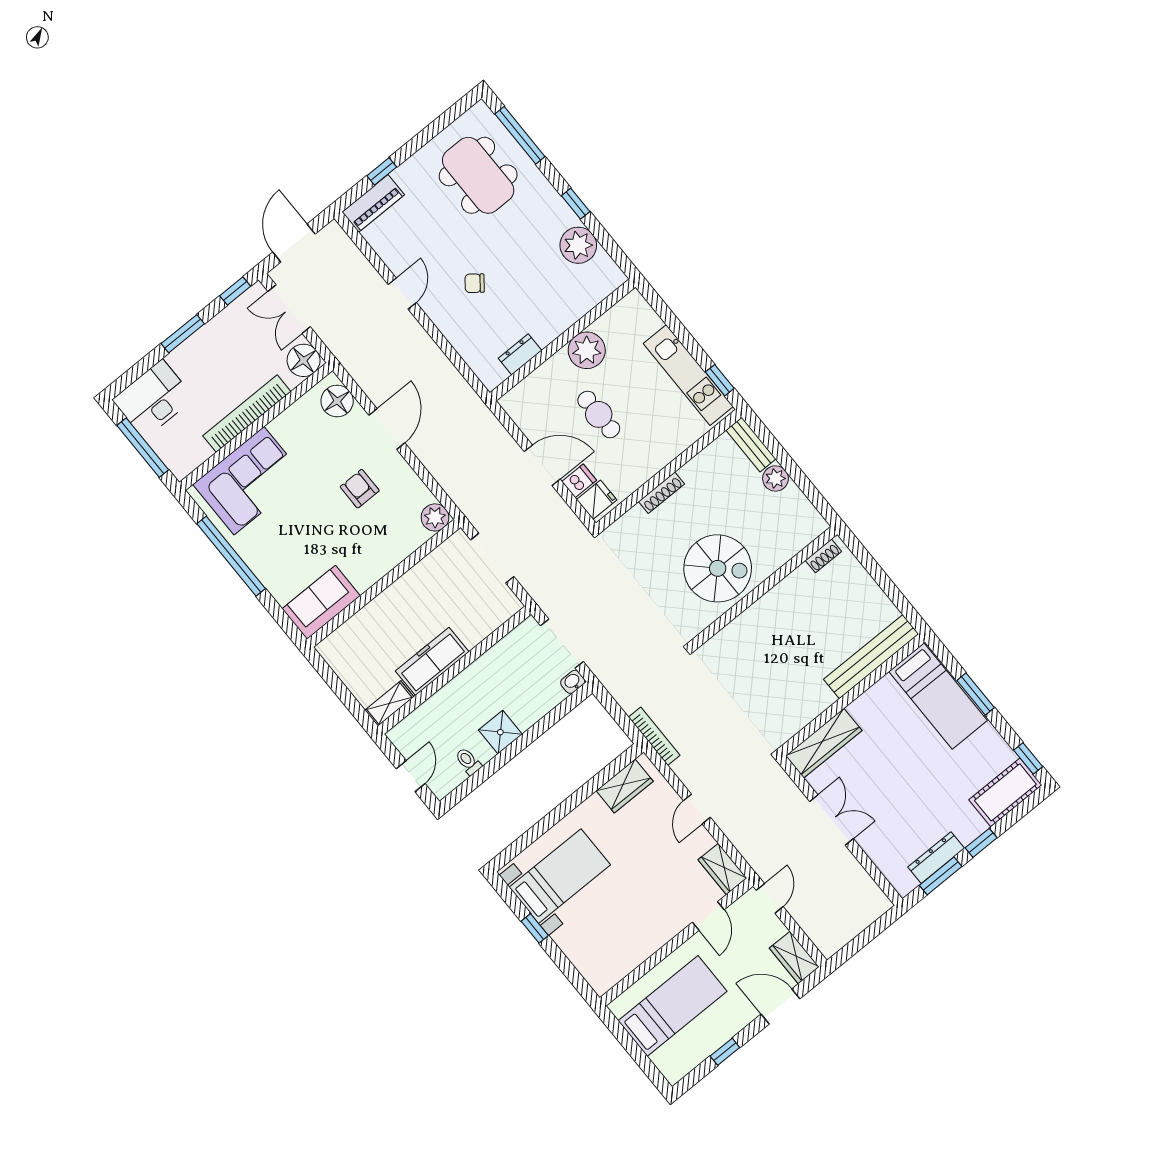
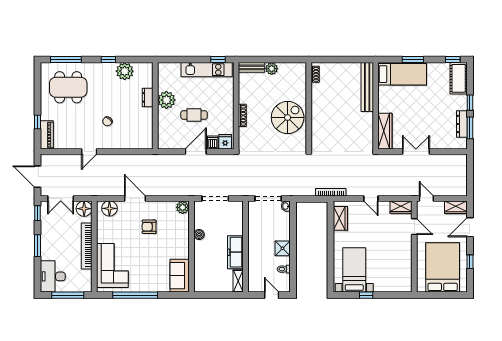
door: (402, 294) -> (89, 152), swing flipped
dresser: (520, 354) -> (148, 97), moved
boiler: (413, 580) -> (199, 235), added
bed: (672, 1006) -> (443, 267), width x1.50

